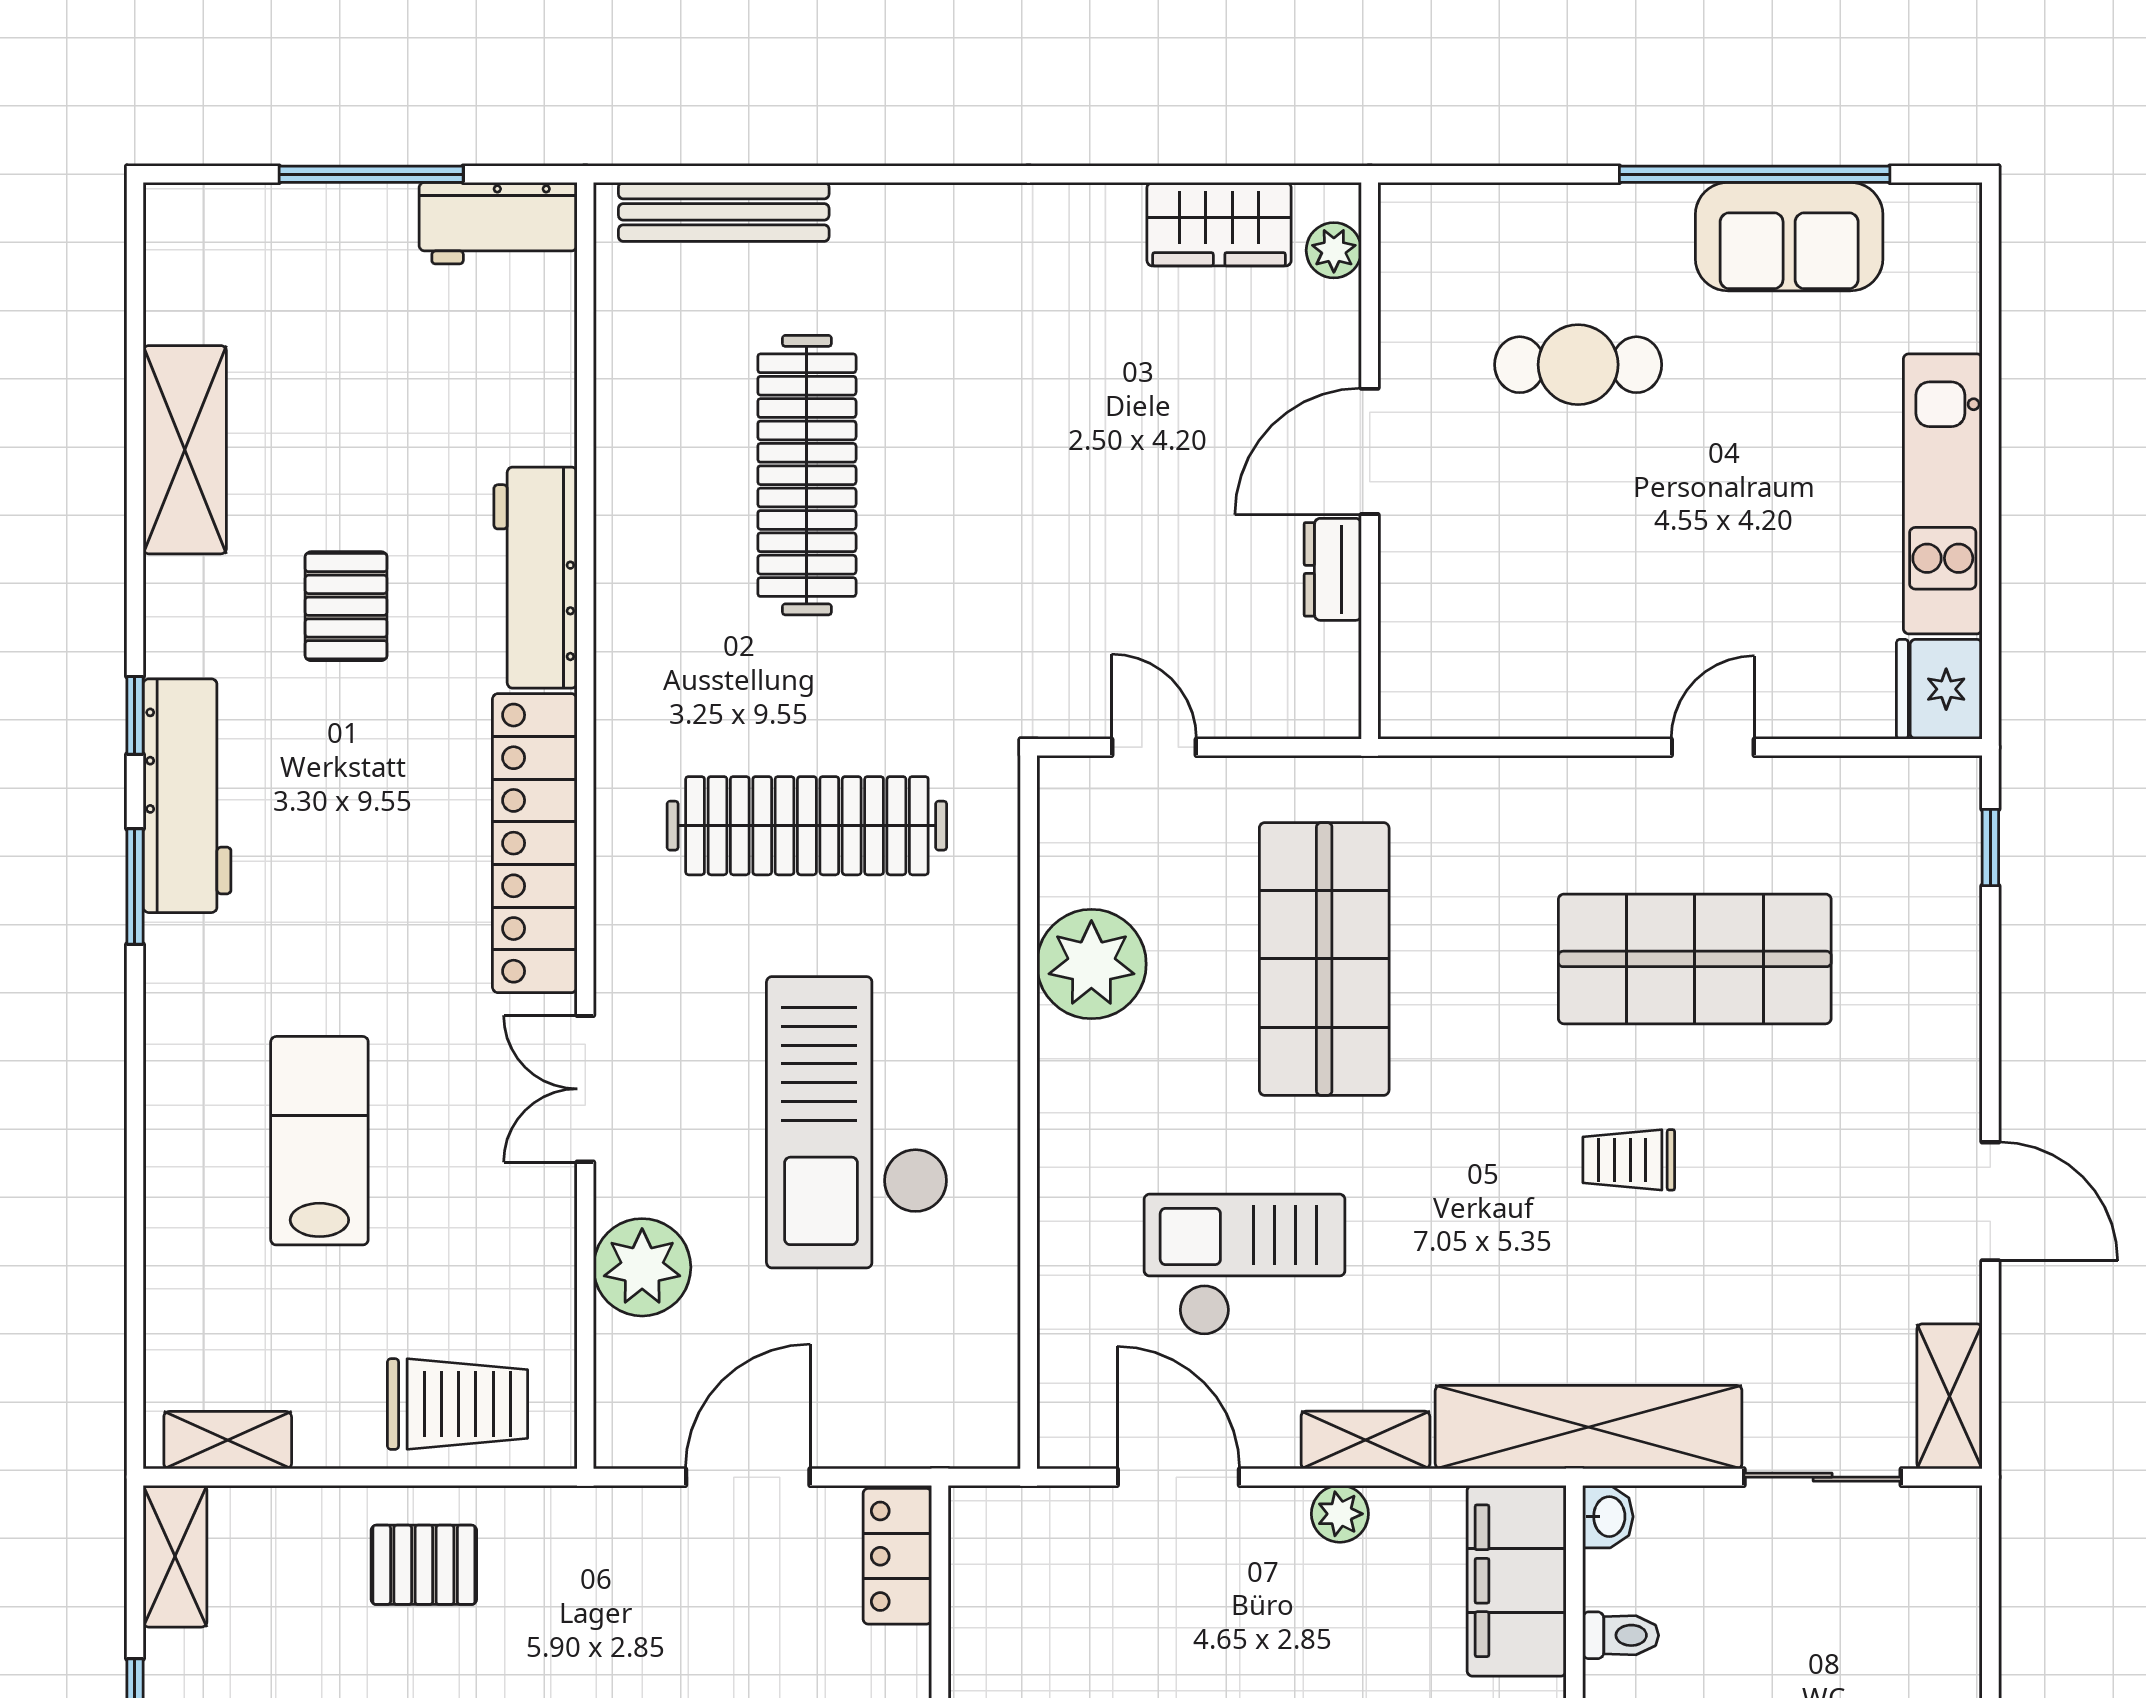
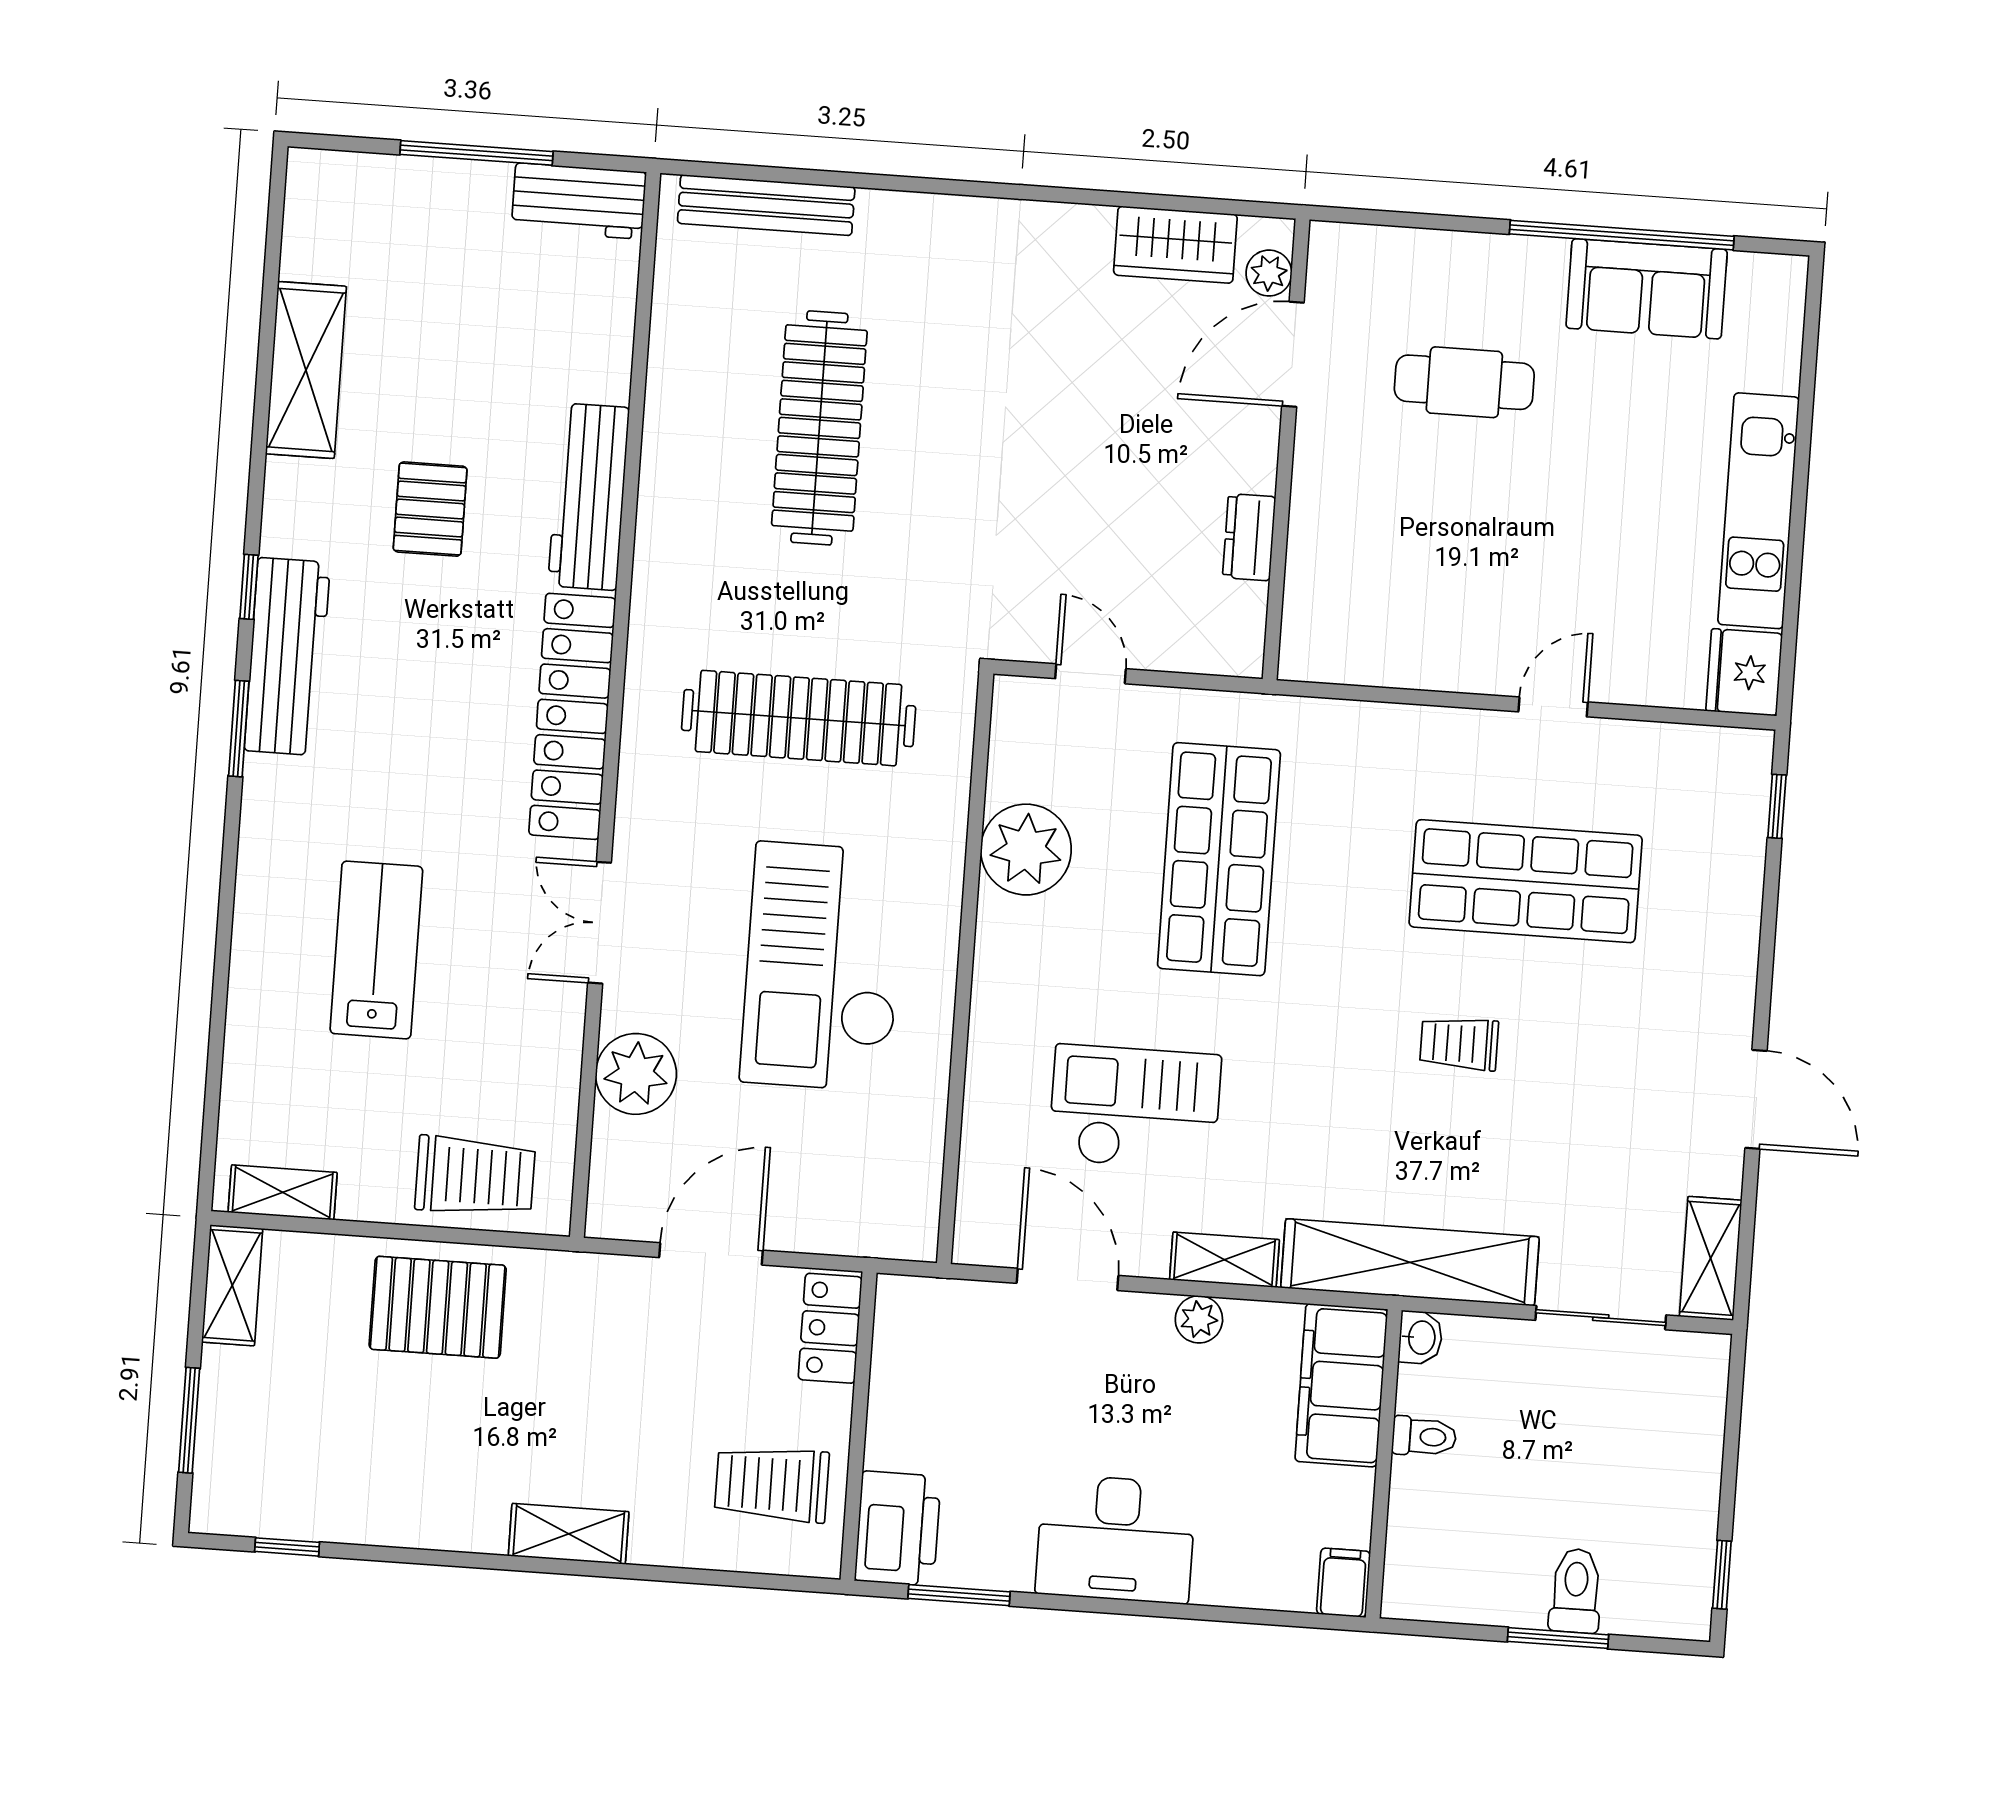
door: (1370, 451) -> (1293, 354), moved
pallet: (424, 1565) -> (438, 1307), width x1.50, depth x1.42

